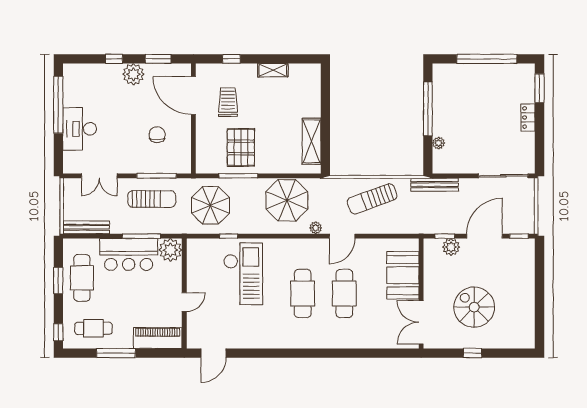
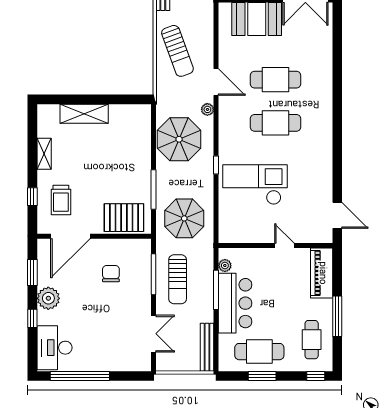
trolley: (228, 102) -> (61, 200), moved, turned -90
desk: (80, 129) -> (55, 348), moved, turned 90
chair: (157, 135) -> (111, 274), turned 90
shelving: (312, 141) -> (84, 114), moved
pallet: (241, 147) -> (124, 218), moved
sun lounger: (152, 199) -> (178, 279), turned 180
window: (229, 236) -> (216, 165), moved
plant: (170, 250) -> (225, 265), width x0.53, depth x0.53

